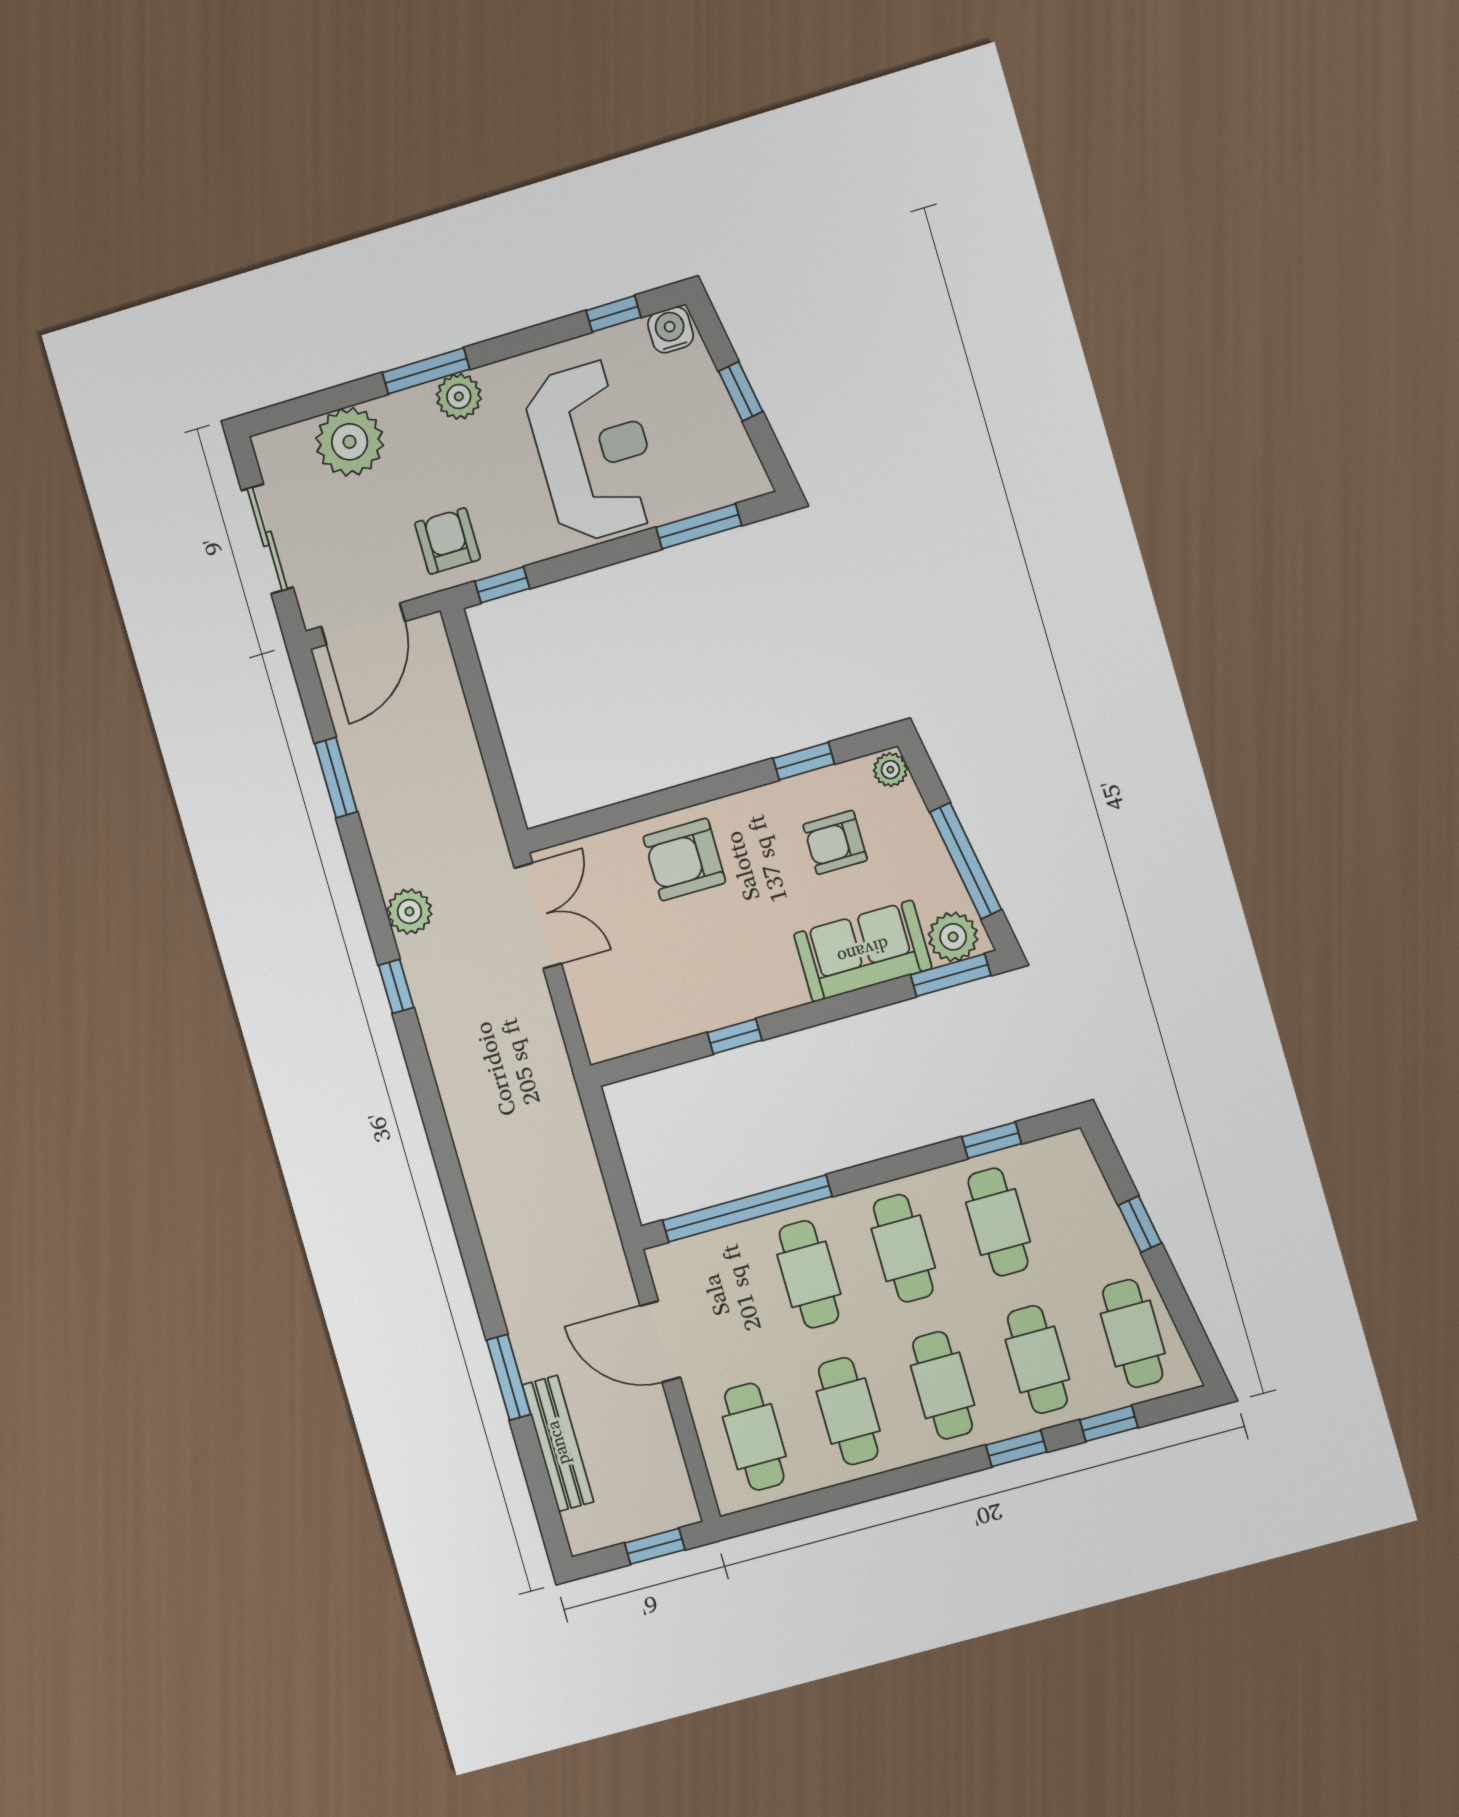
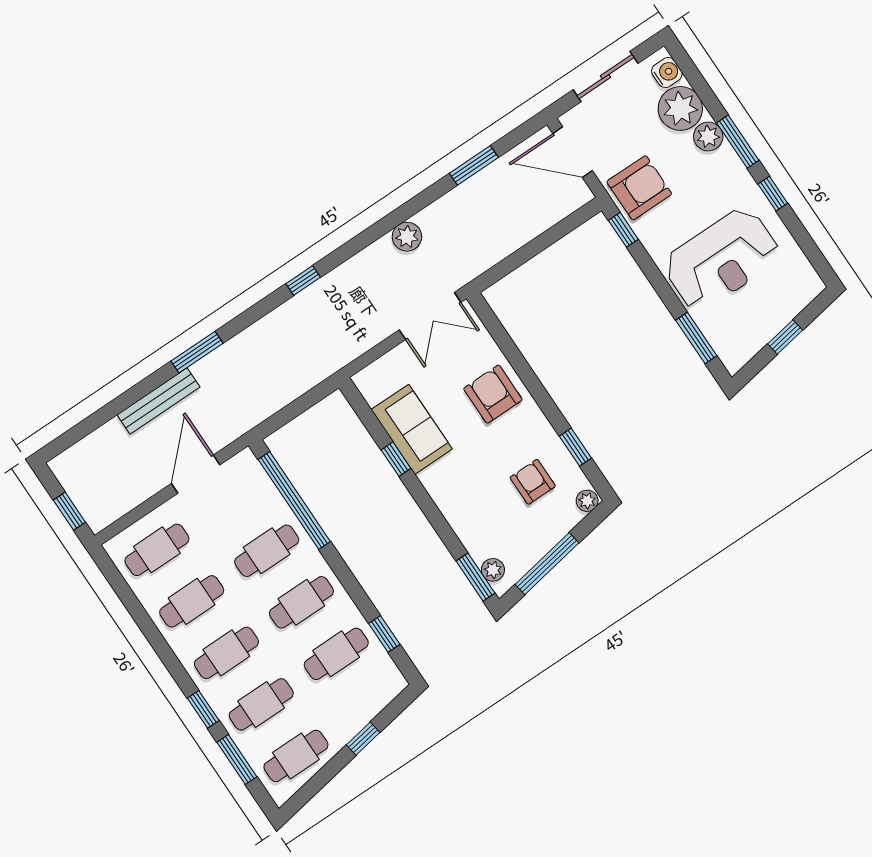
window: (613, 314) -> (773, 194), moved
water cooler: (671, 330) -> (667, 73), moved
plant: (459, 396) -> (708, 136), moved
armchair: (448, 541) -> (639, 188), width x1.38, depth x1.38
plant: (953, 937) -> (493, 570), width x0.73, depth x0.73
sofa: (863, 951) -> (412, 429), moved
window: (396, 986) -> (303, 280), moved
window: (509, 1377) -> (197, 352), moved
window: (1109, 1424) -> (237, 760), width x1.50
bench: (558, 1443) -> (158, 401), moved

